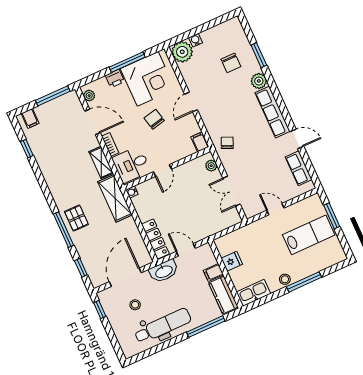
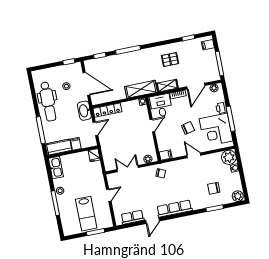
plant: (259, 81) -> (238, 196), moved
door: (162, 170) -> (152, 126), swing flipped
pallet: (76, 218) -> (170, 60), moved
fridge: (232, 261) -> (94, 155), moved

